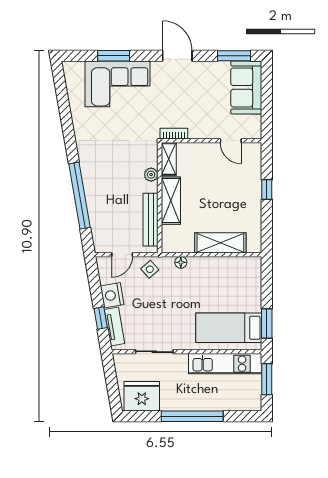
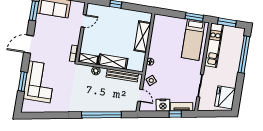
window: (192, 416) -> (244, 54), moved

